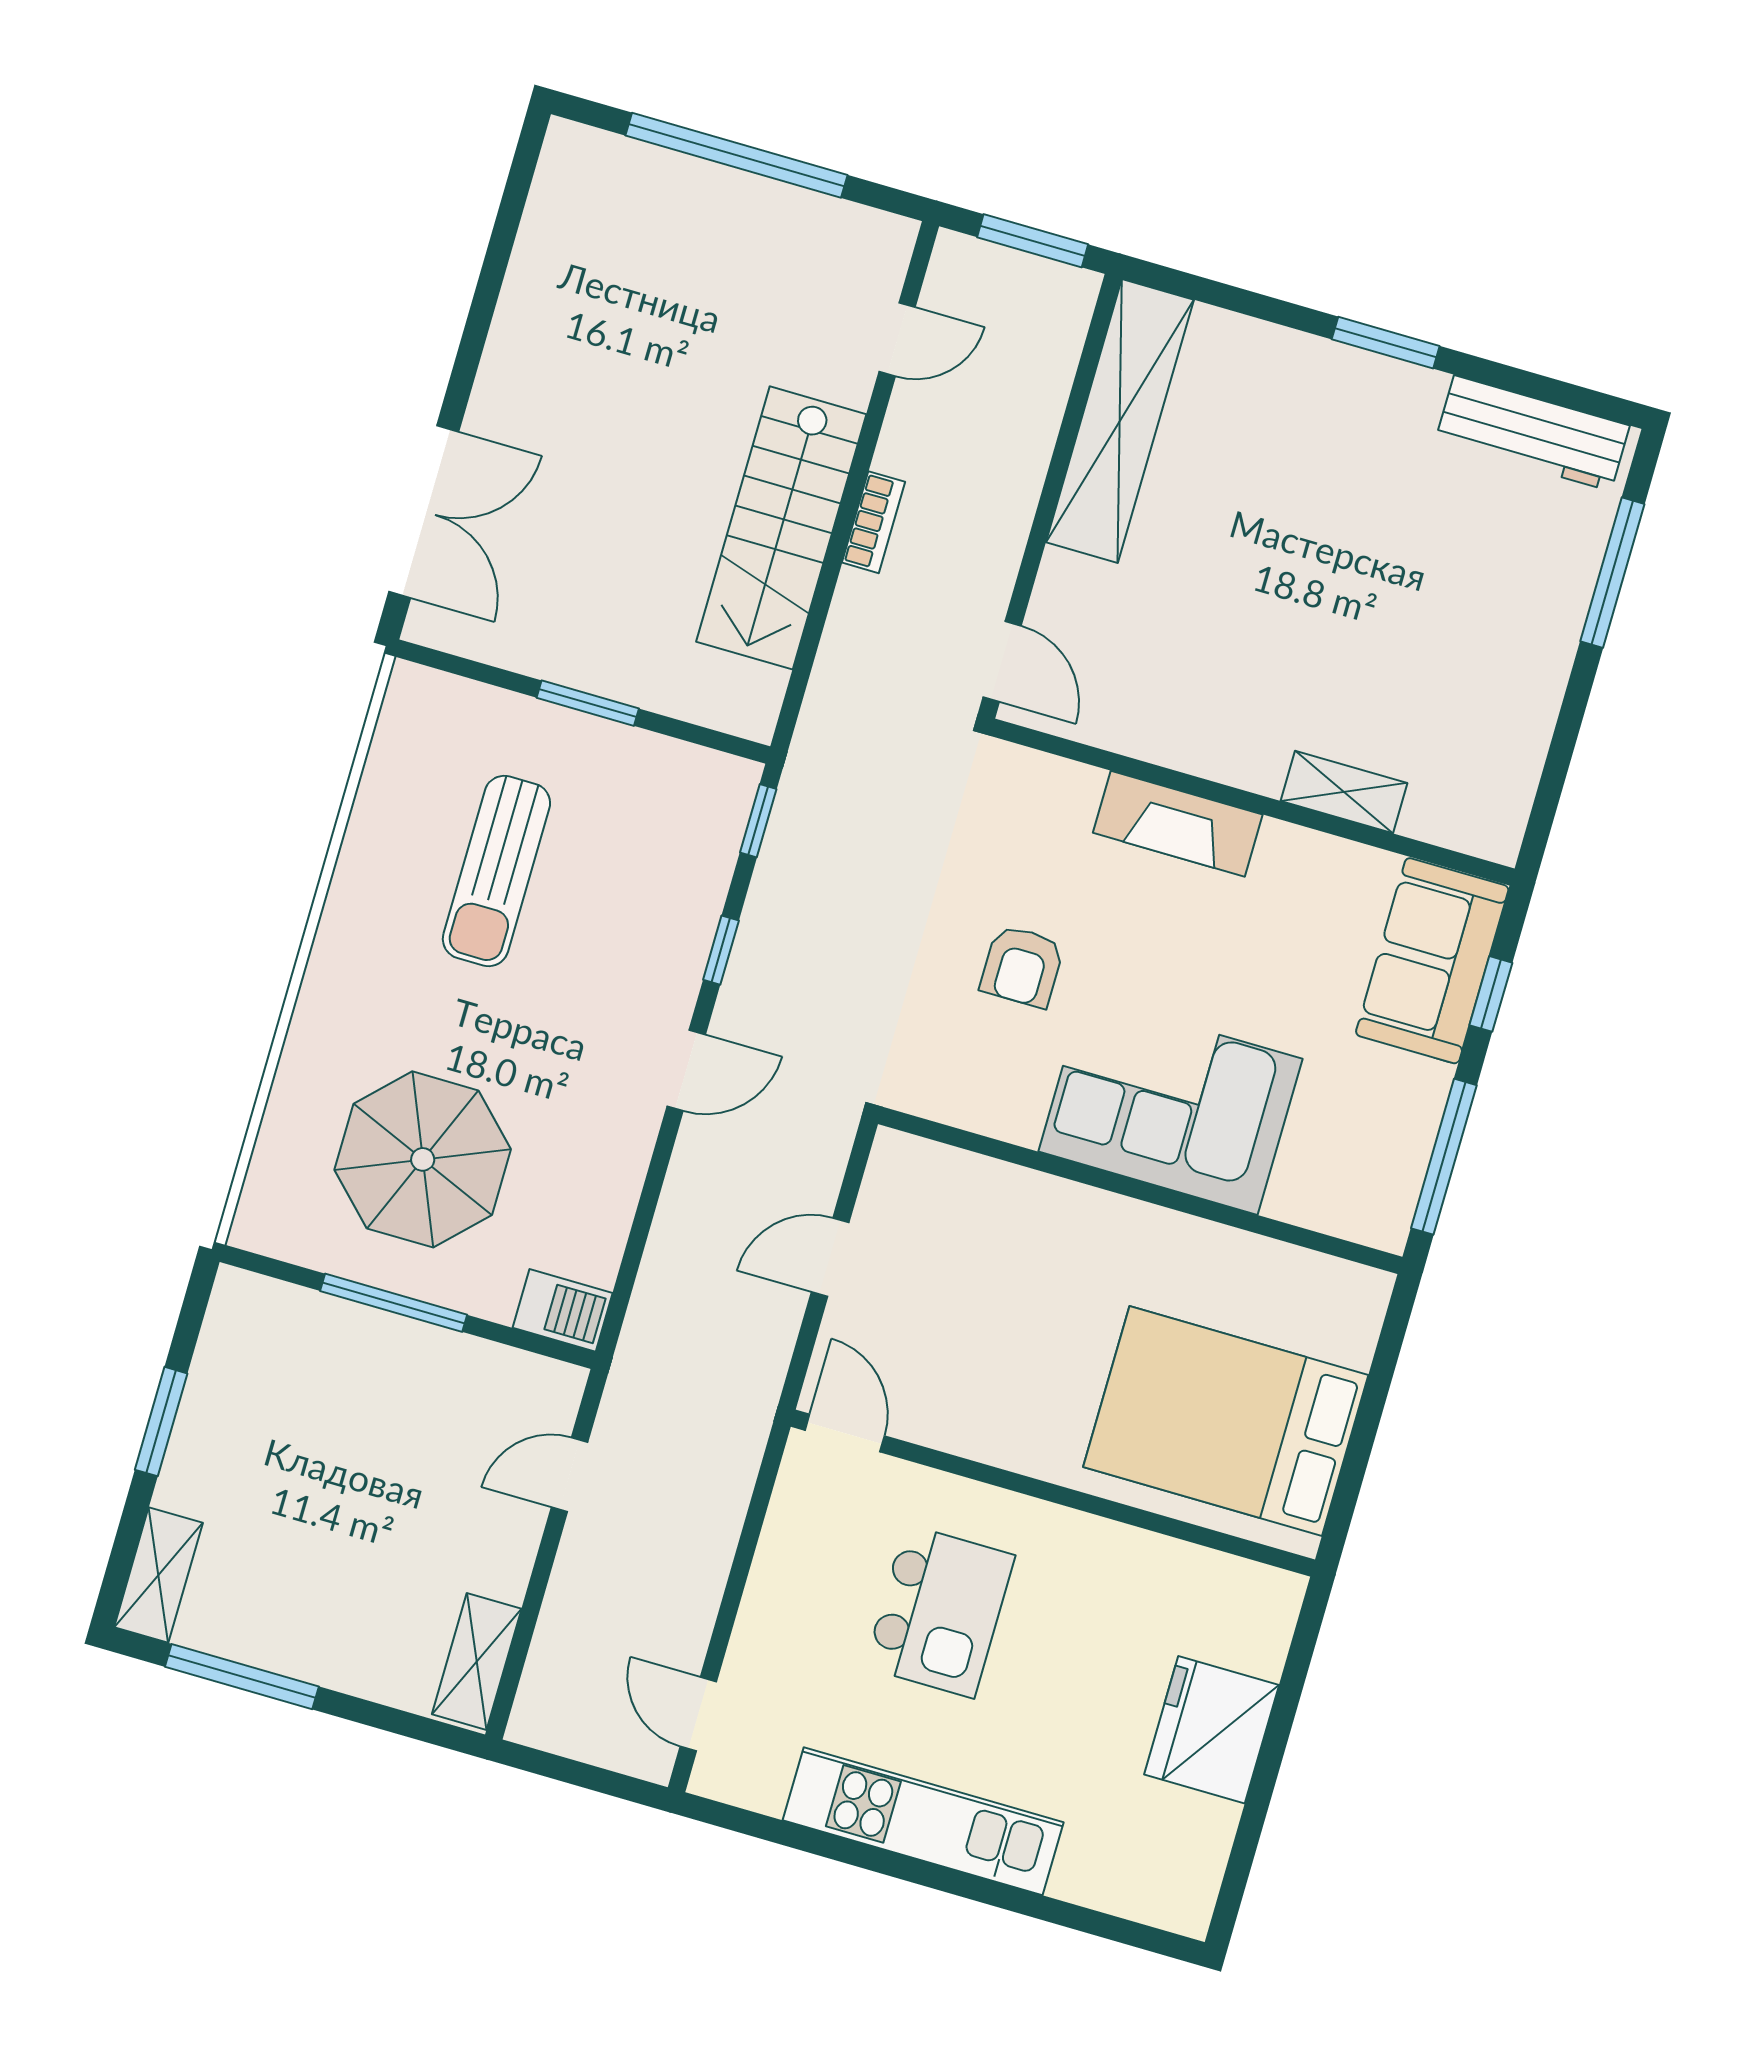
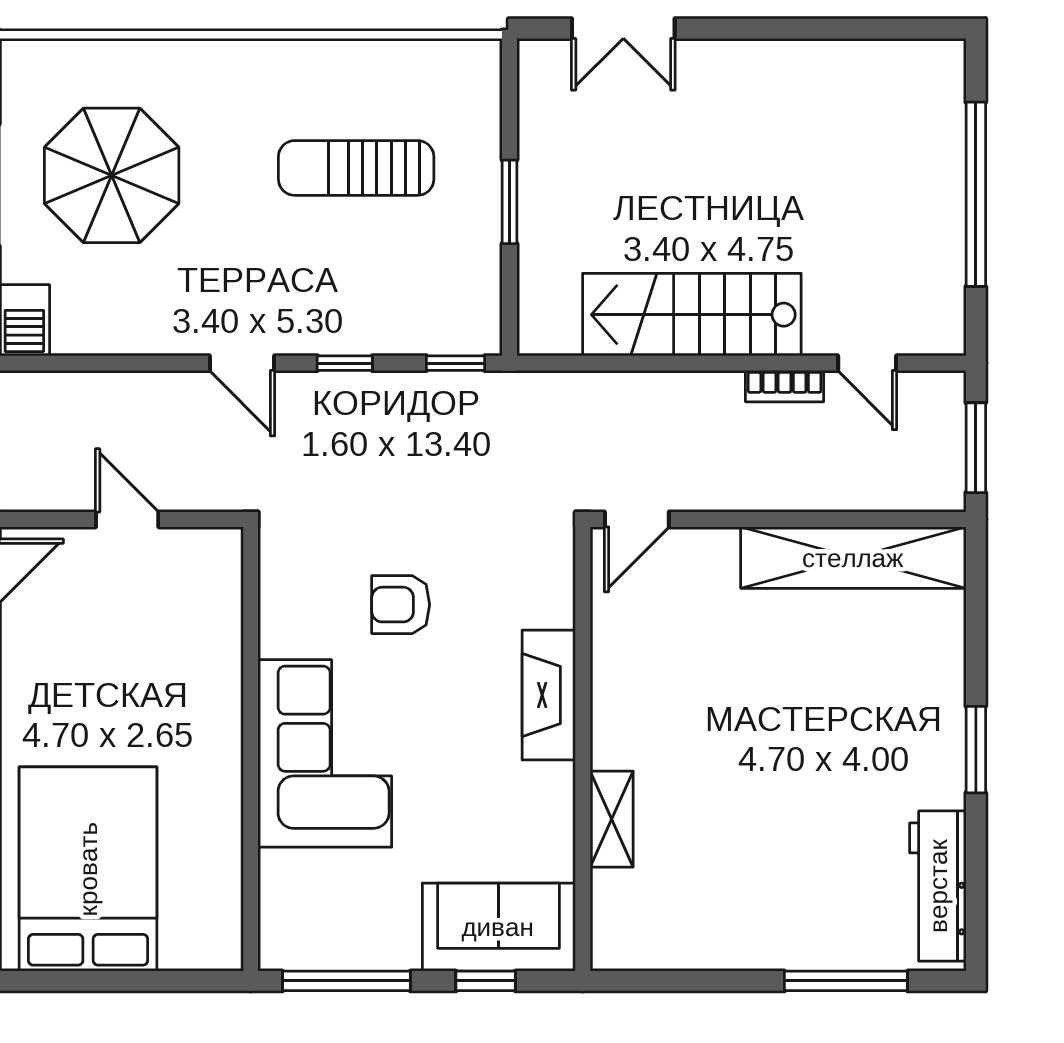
double door: (424, 512) -> (623, 29), width x0.73
bookcase: (874, 522) -> (785, 386), moved

